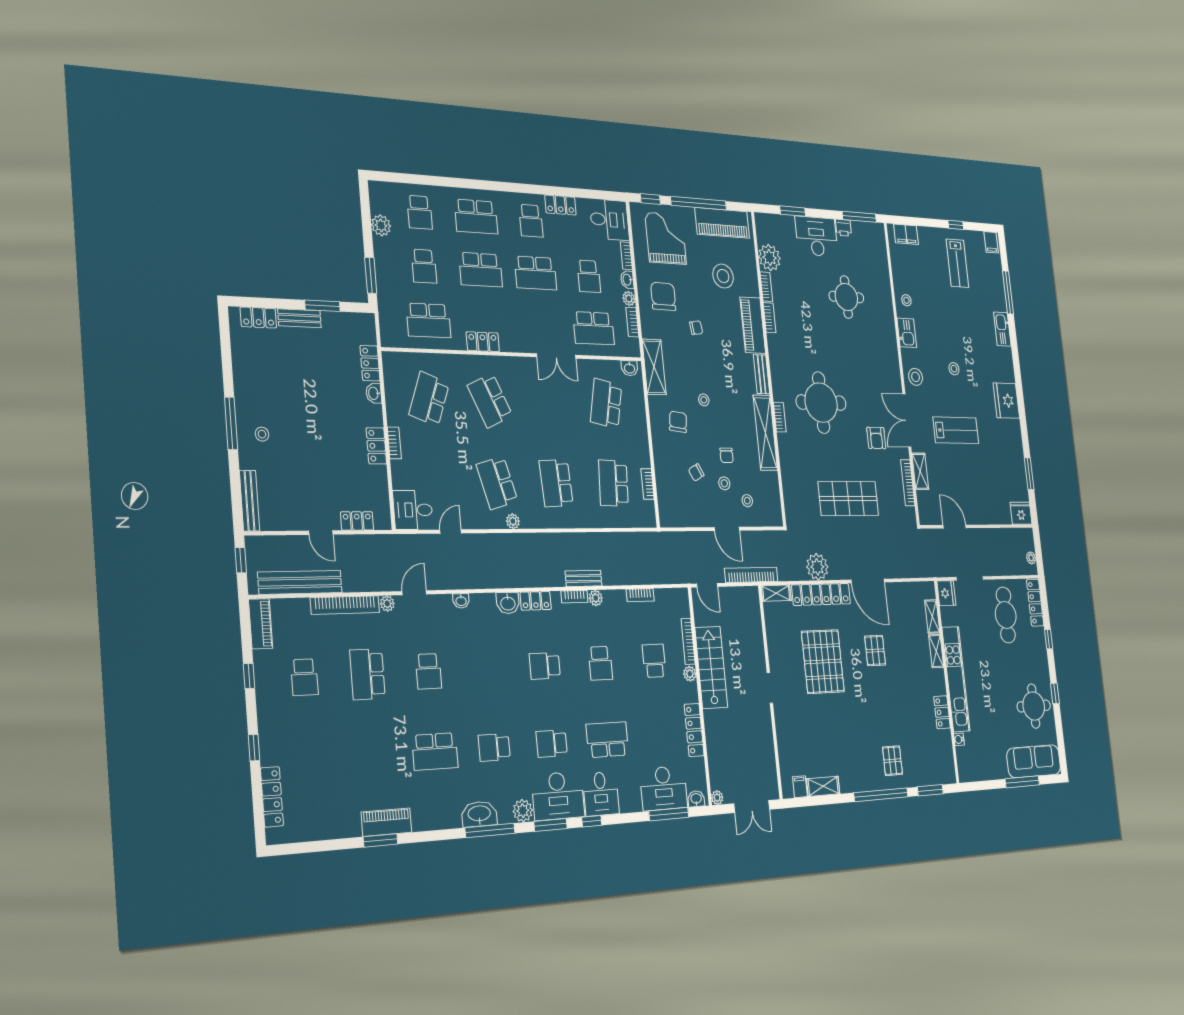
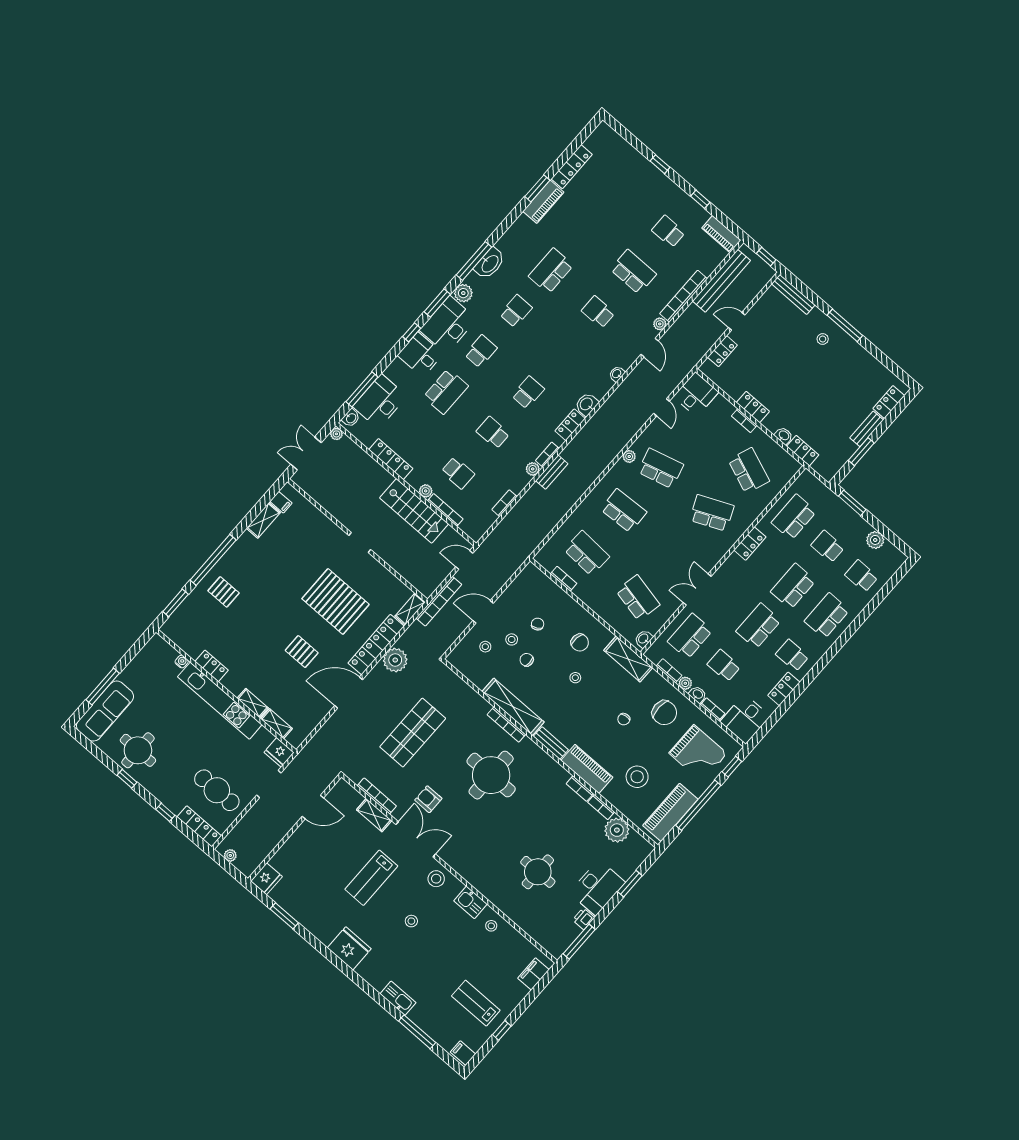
bookcase: (780, 417) -> (506, 725), width x1.56
locker: (272, 797) -> (572, 167), moved, turned -90

